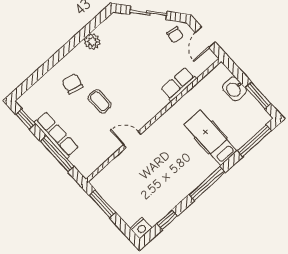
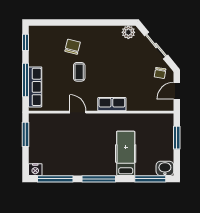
plant: (92, 42) -> (128, 32), moved
row of seats: (178, 84) -> (112, 104), moved
washbasin: (234, 89) -> (165, 168), moved, turned 90
window: (258, 96) -> (177, 138), moved
row of seats: (56, 135) -> (35, 87), moved
window: (167, 220) -> (55, 179), width x2.17

